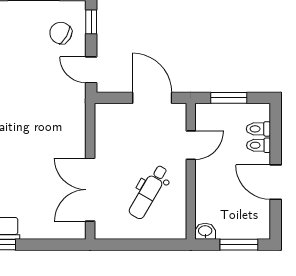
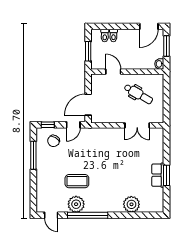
door: (152, 98) -> (88, 105), moved
door: (276, 182) -> (149, 26), moved
double door: (90, 190) -> (137, 125), width x0.73

